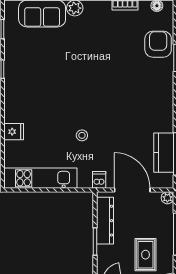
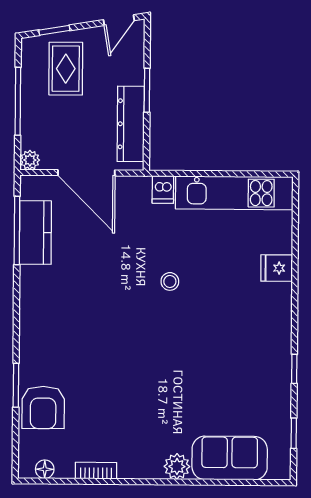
stool: (82, 135) -> (170, 281), moved
dishwasher: (99, 180) -> (163, 190), moved

